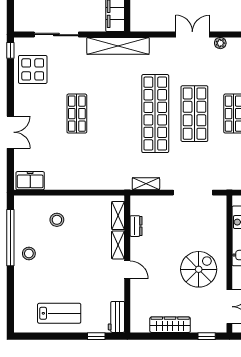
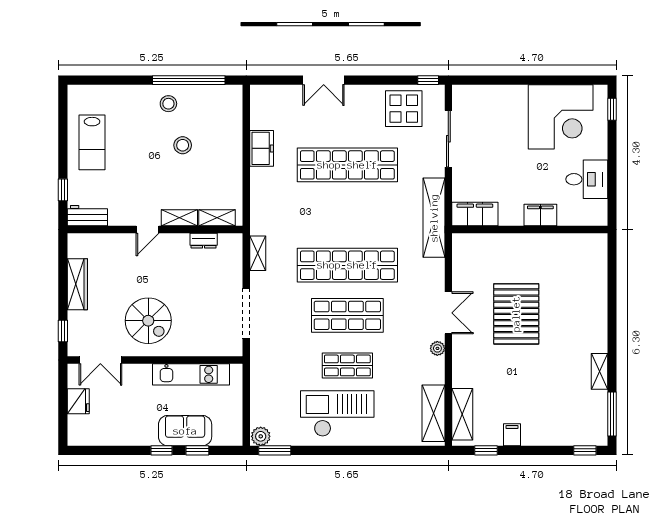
shop shelf: (77, 114) -> (347, 165), width x2.00, depth x1.36
freezer: (30, 181) -> (262, 148), moved
stool: (57, 220) -> (183, 145), moved

